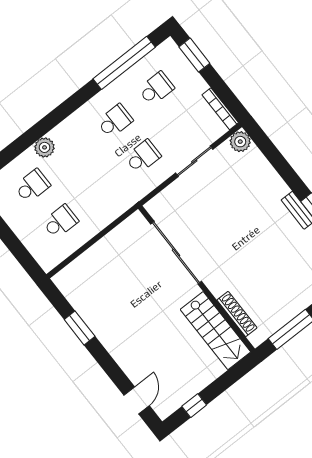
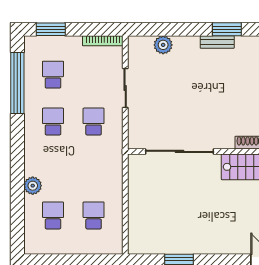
plant: (240, 142) -> (163, 45), moved

